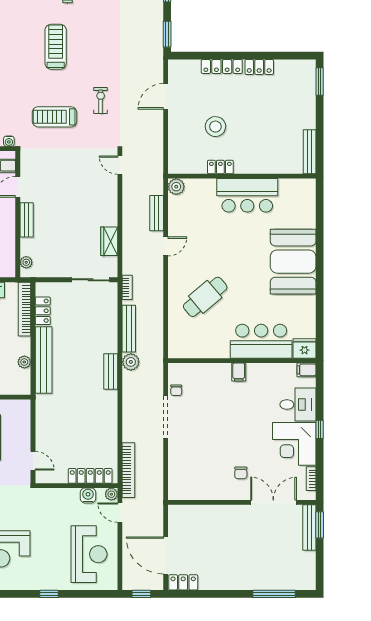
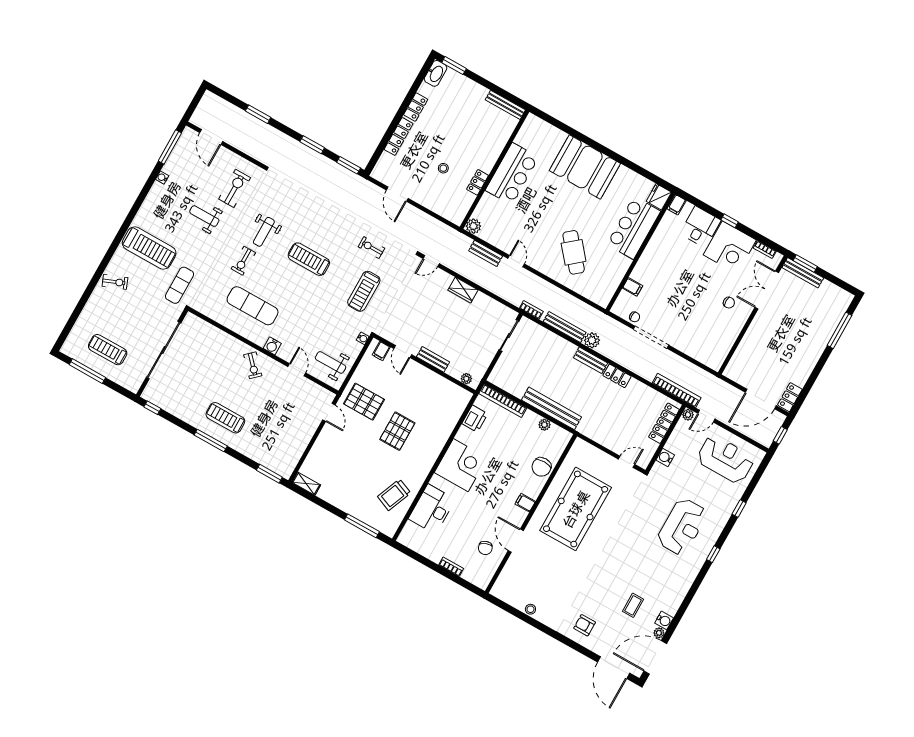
washbasin: (302, 68) -> (436, 73), added
stool: (215, 127) -> (443, 168), width x0.53, depth x0.53
wardrobe: (109, 241) -> (463, 290), moved
locker: (43, 311) -> (617, 376), moved, turned 180
filing cabinet: (239, 372) -> (633, 287), moved
water cooler: (88, 495) -> (665, 457), moved

